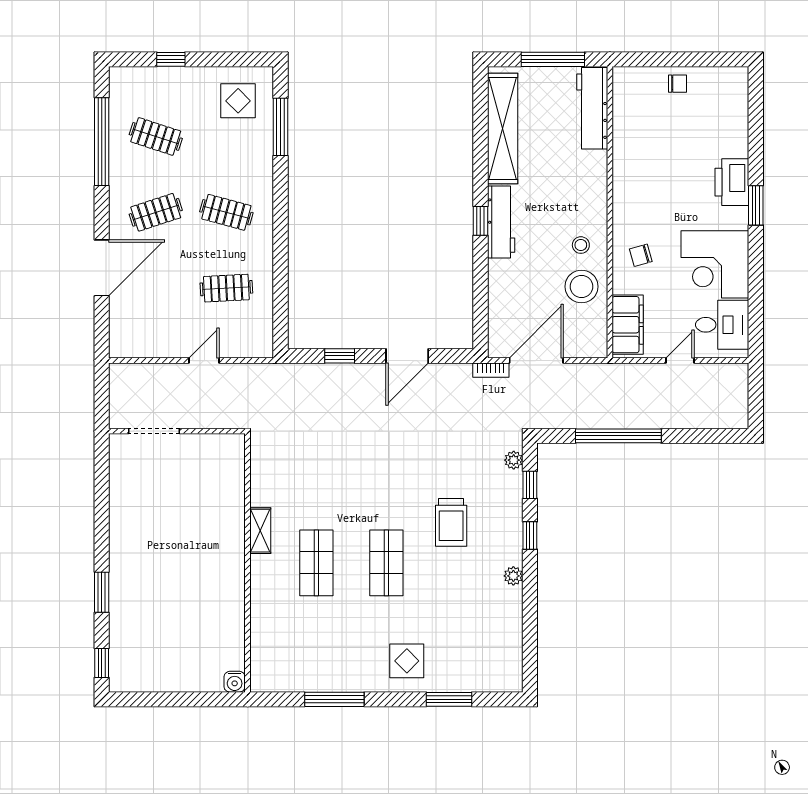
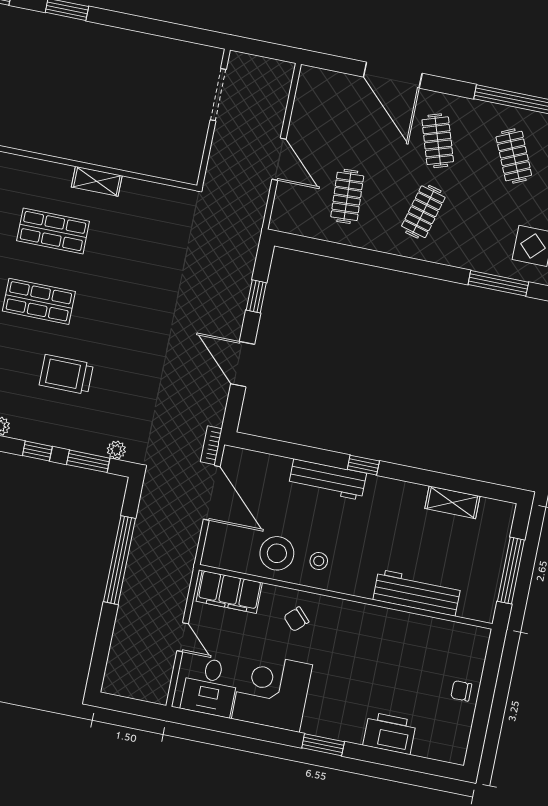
chair: (678, 84) -> (461, 691), turned 90
workbench: (592, 108) -> (417, 593), moved
shelving: (503, 128) -> (452, 502), width x0.45, depth x0.75
clothes rail: (156, 136) -> (514, 156), turned -42
printer: (732, 182) -> (390, 733), moved
workbench: (501, 222) -> (327, 479), moved
chair: (641, 255) -> (296, 619), turned -118
door: (204, 361) -> (279, 159), width x1.38
window: (530, 485) -> (88, 461), width x1.50

